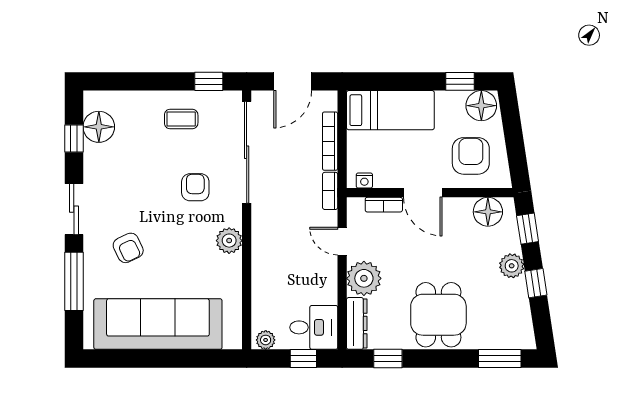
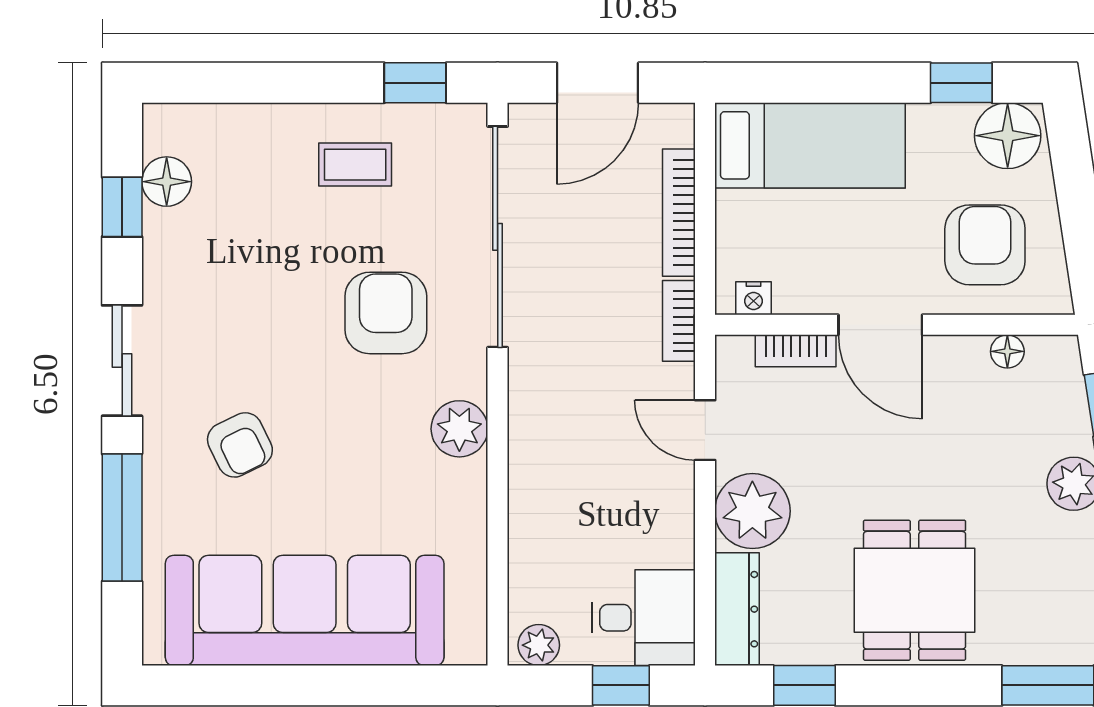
floor lamp: (99, 127) -> (167, 182), width x0.73, depth x0.73
armchair: (195, 187) -> (386, 313), width x1.38, depth x1.38
floor lamp: (488, 212) -> (1007, 351), width x0.53, depth x0.53

